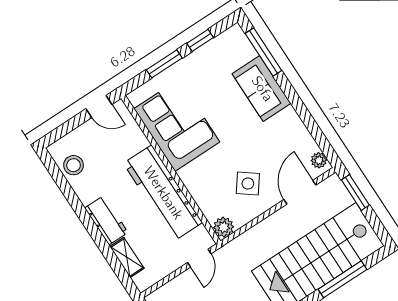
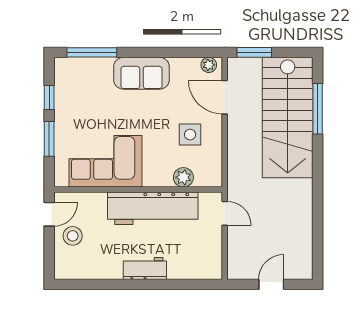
sofa: (262, 89) -> (141, 73), moved
stool: (74, 165) -> (73, 236), moved
side table: (248, 183) -> (190, 135), turned -37
plant: (224, 227) -> (183, 177), moved
shelving: (127, 257) -> (186, 271), removed

